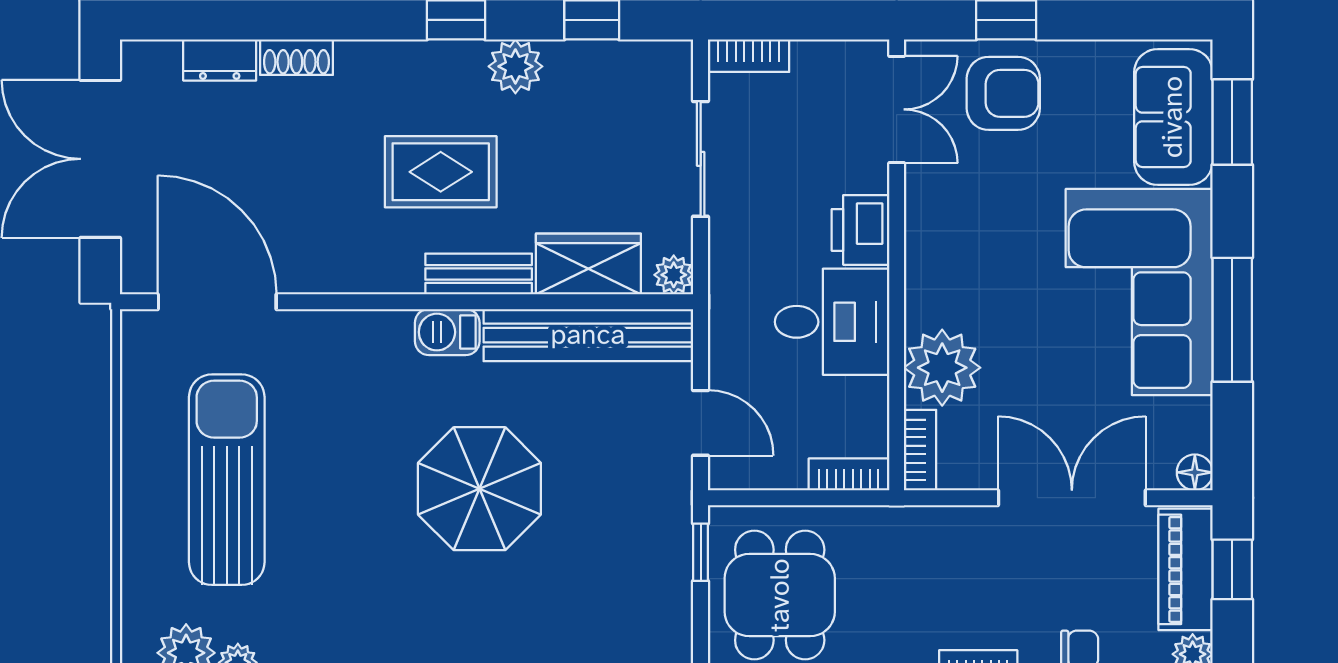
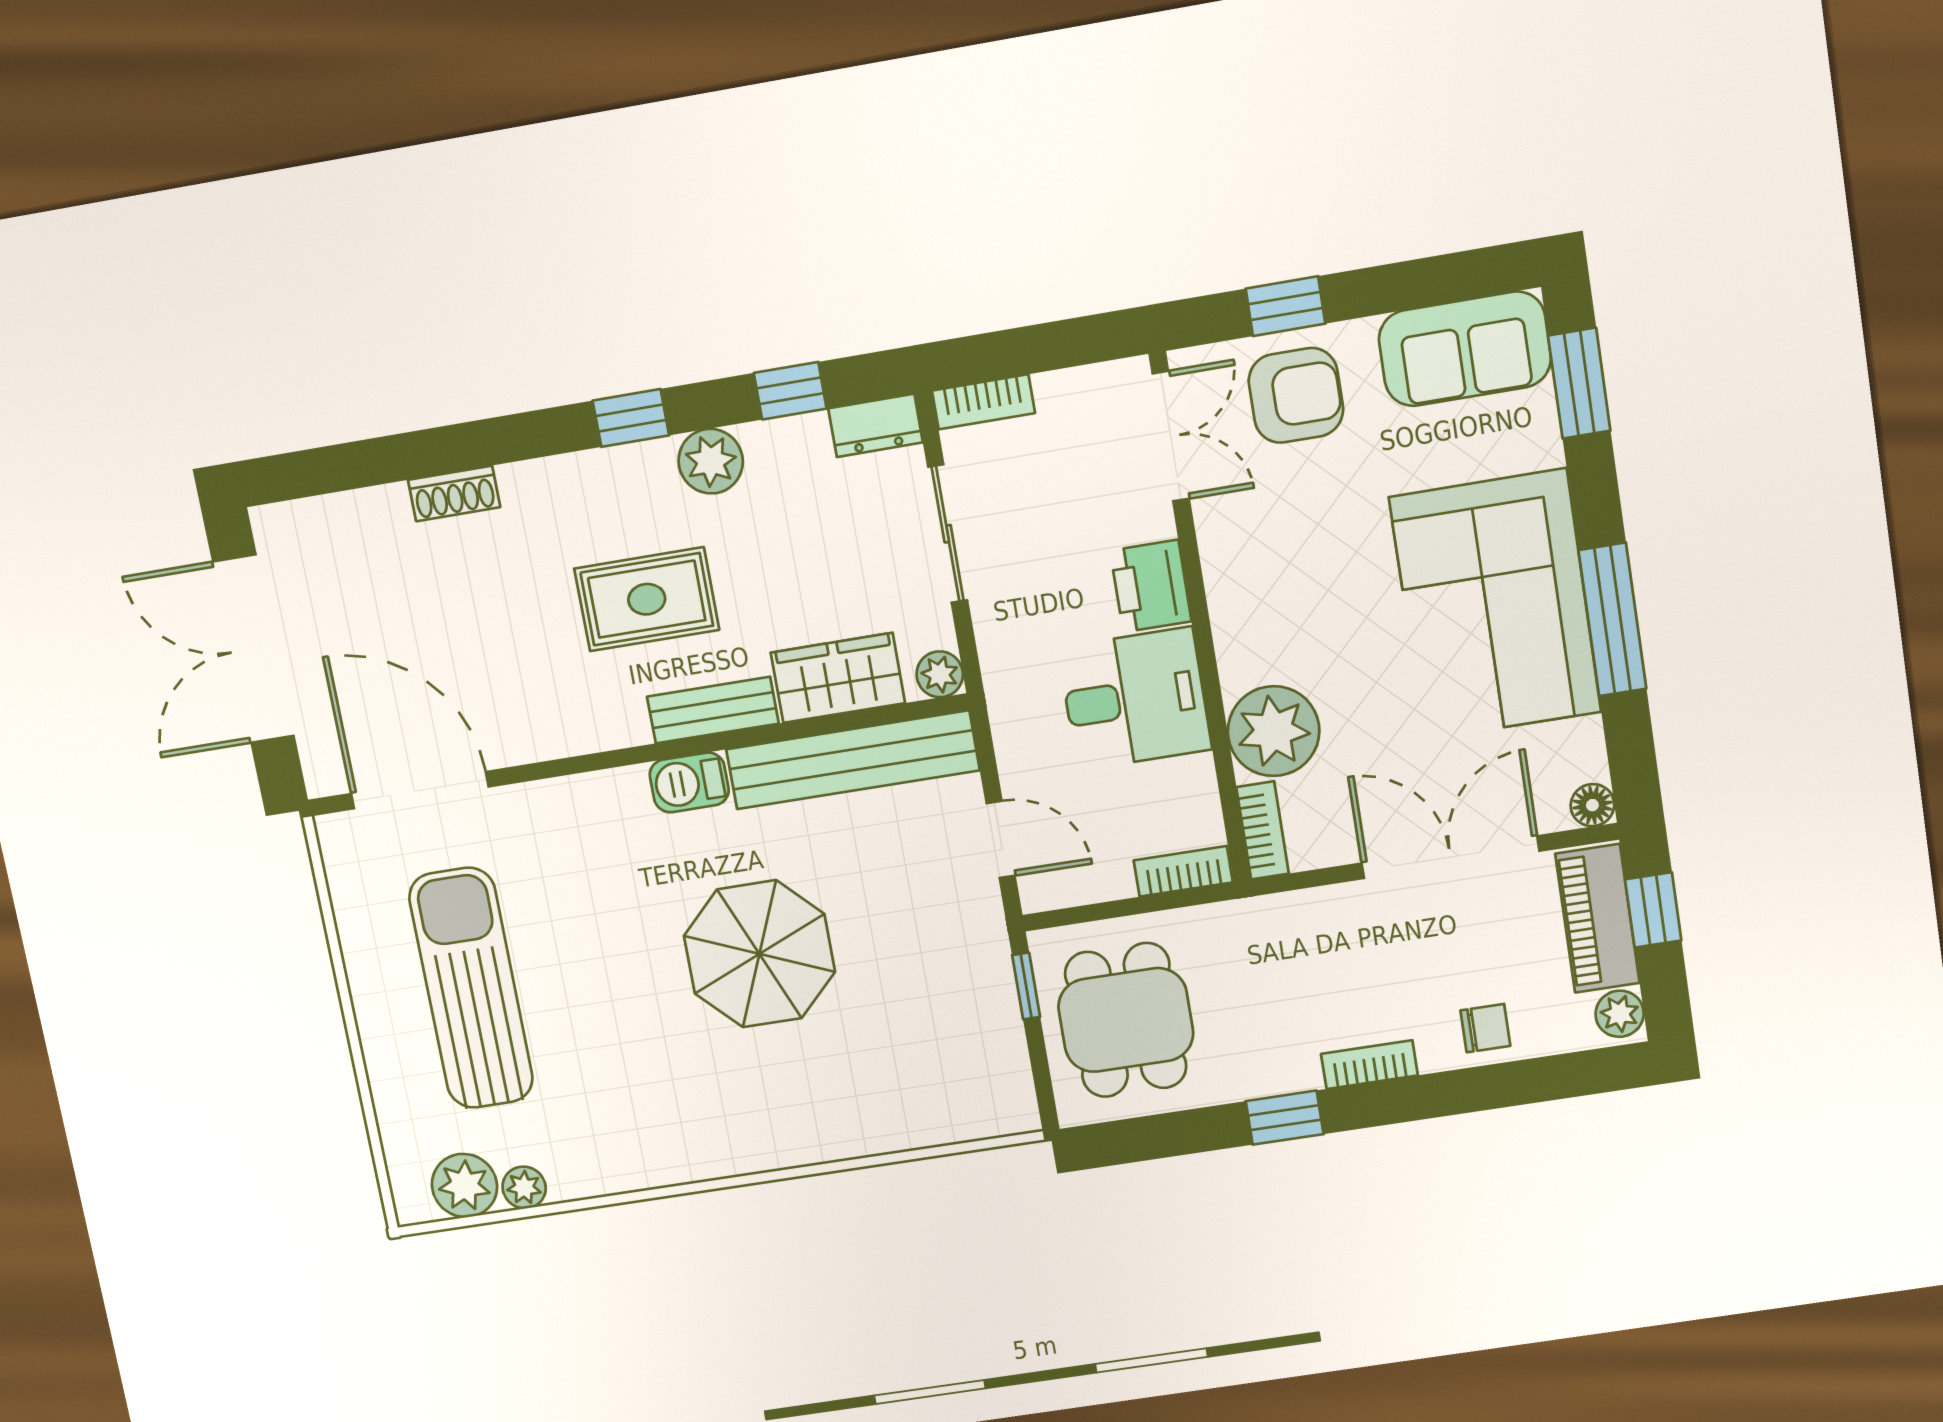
dresser: (220, 60) -> (875, 425), moved
sofa: (1173, 117) -> (1465, 349), moved, turned -90

